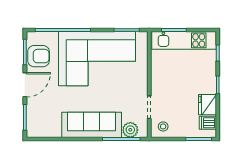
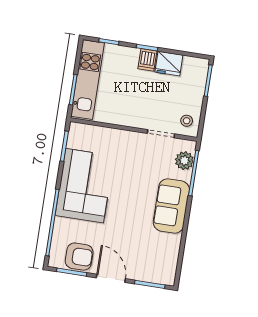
armchair: (39, 56) -> (79, 257), turned 90
corner sofa: (97, 59) -> (84, 186), width x0.73, depth x0.74
dishwasher: (208, 123) -> (147, 60), moved
sofa: (92, 125) -> (171, 206), width x0.73

